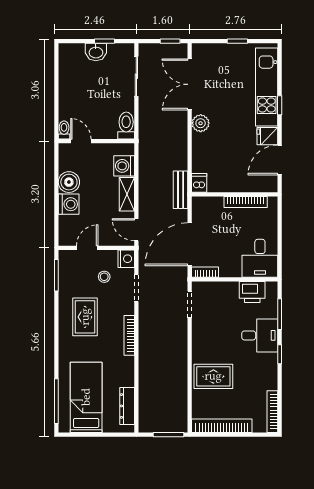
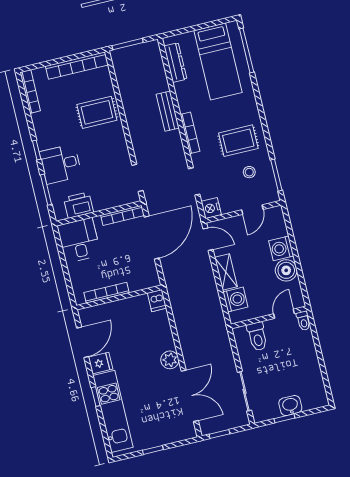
toilet: (126, 126) -> (257, 336), moved
door: (81, 141) -> (284, 314), swing flipped
bench: (181, 190) -> (168, 111), moved
bookcase: (205, 272) -> (123, 215), width x1.56
stool: (104, 277) -> (249, 172), moved
rug: (85, 317) -> (238, 141), turned 90

